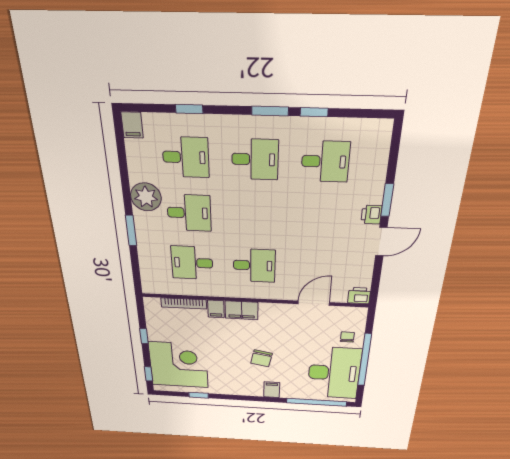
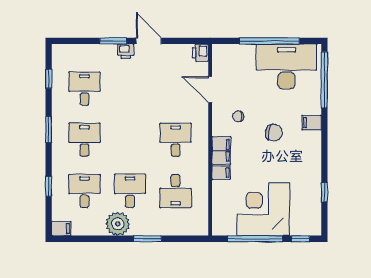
window: (314, 112) -> (49, 79), moved
bookcase: (184, 303) -> (217, 200), removed
window: (144, 336) -> (255, 239), width x3.17
chair: (347, 337) -> (238, 116), moved
corner desk: (179, 365) -> (263, 209), moved

